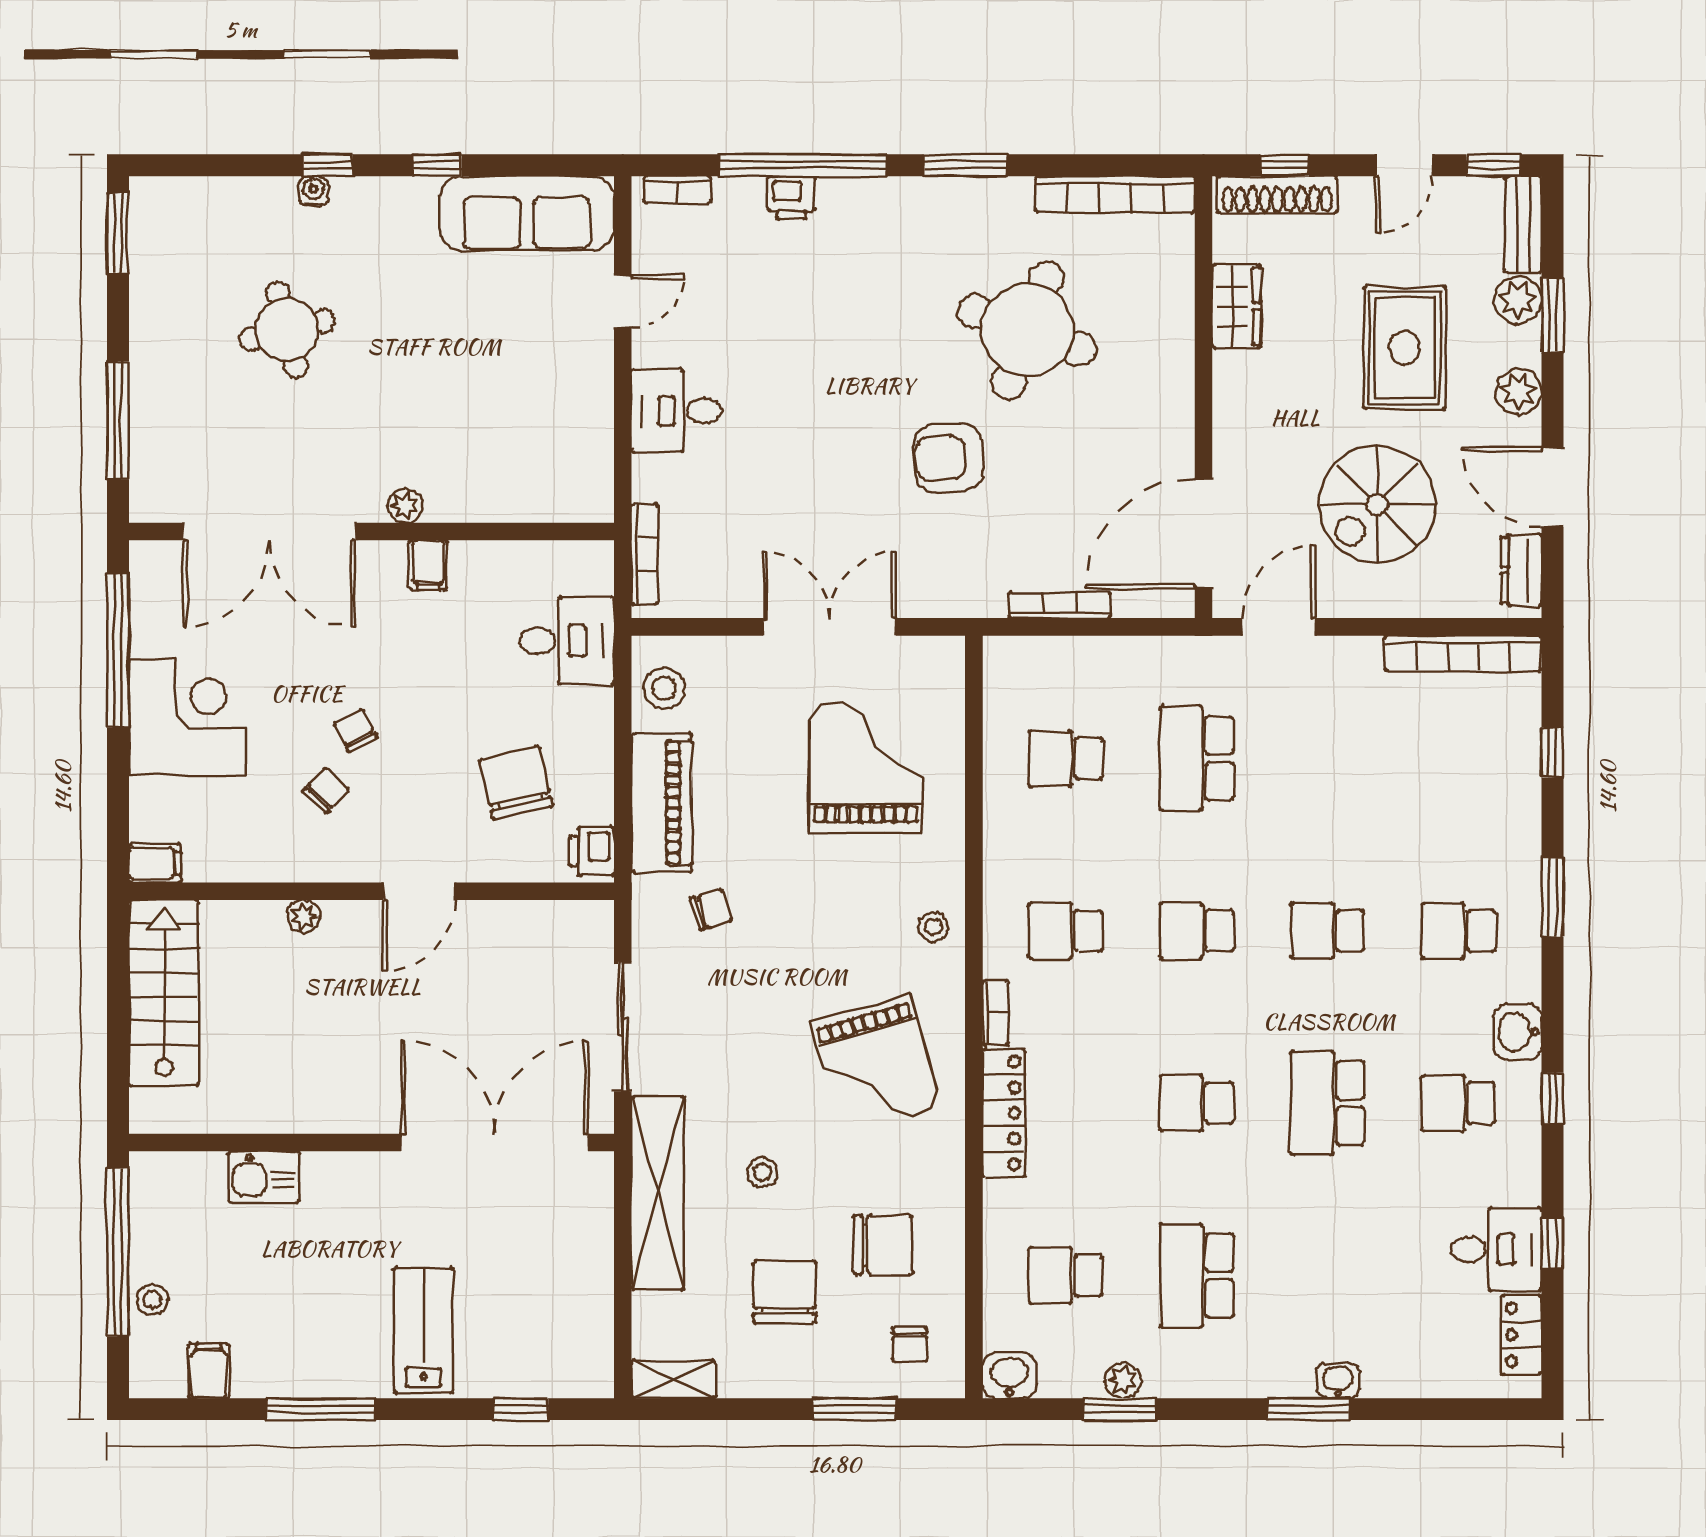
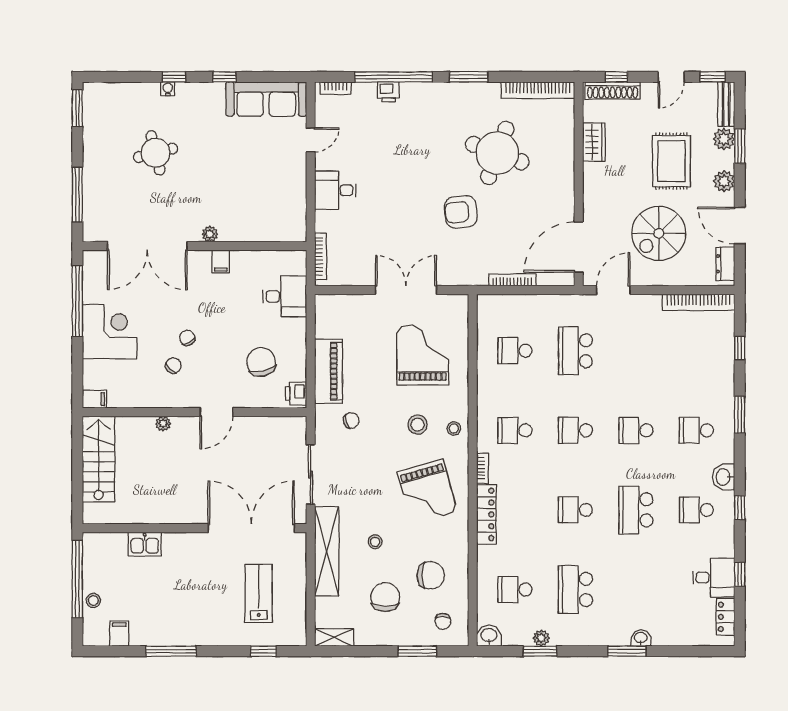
stool: (664, 688) -> (418, 425), moved
lab bench: (424, 1330) -> (259, 593), moved

